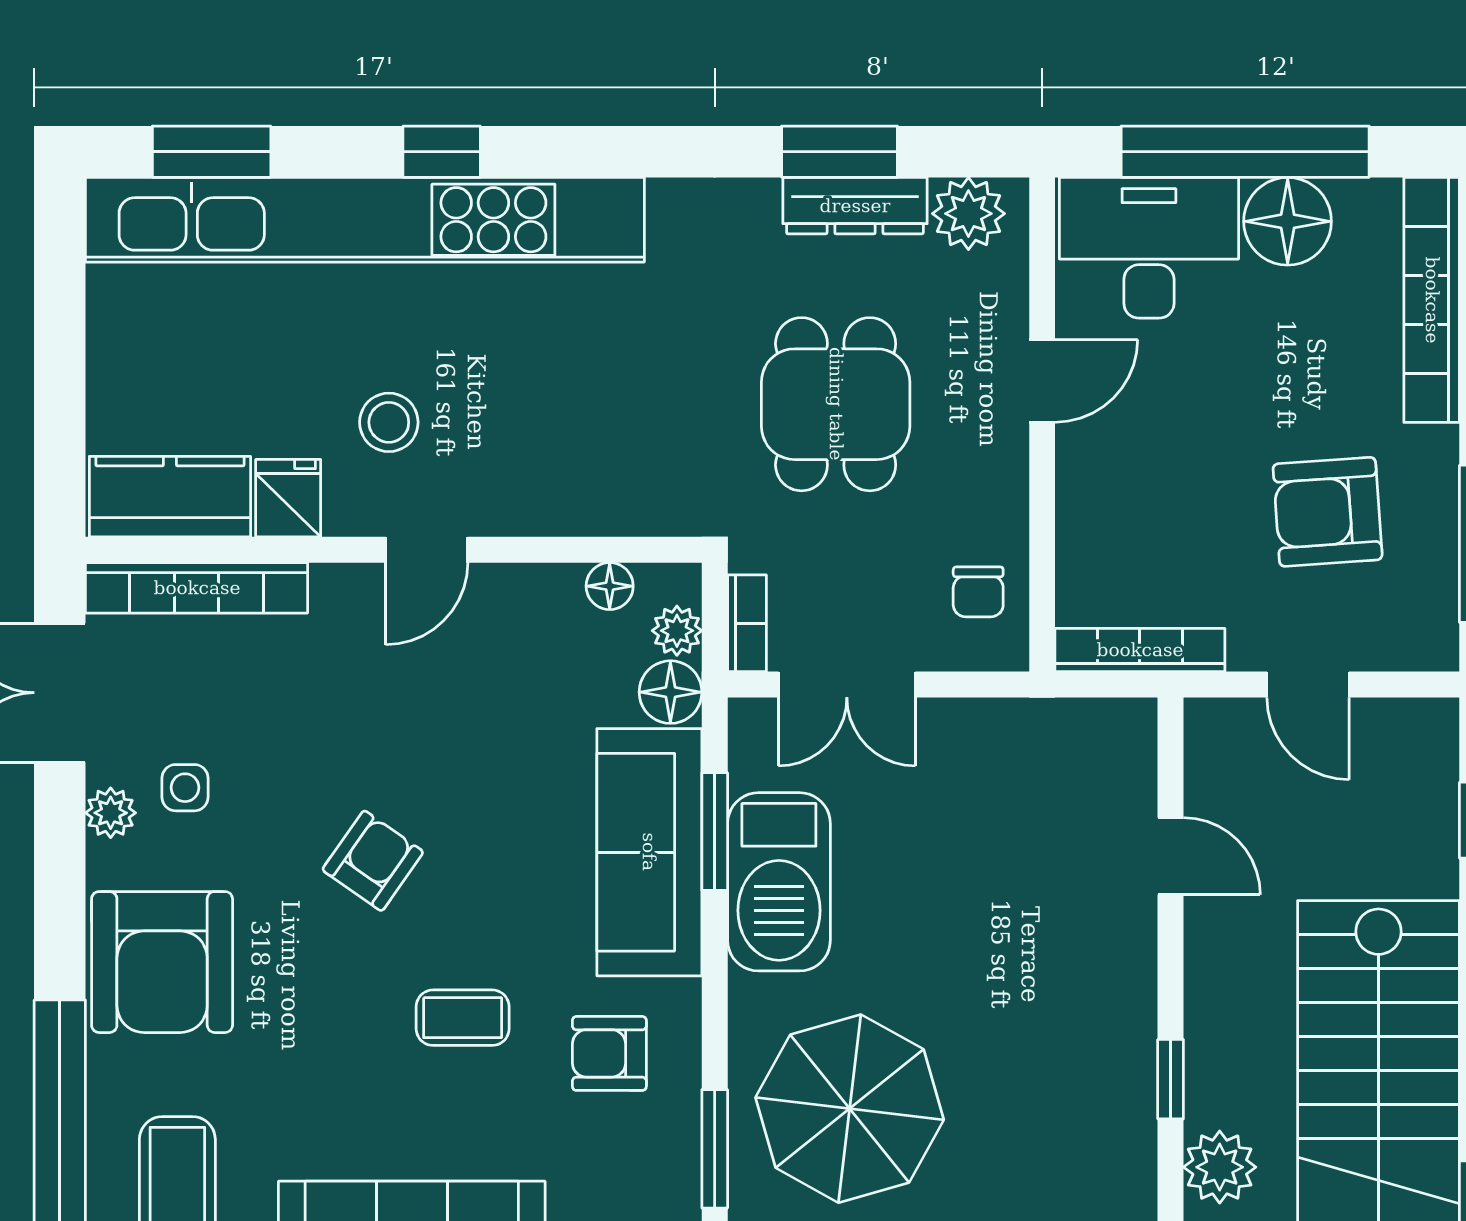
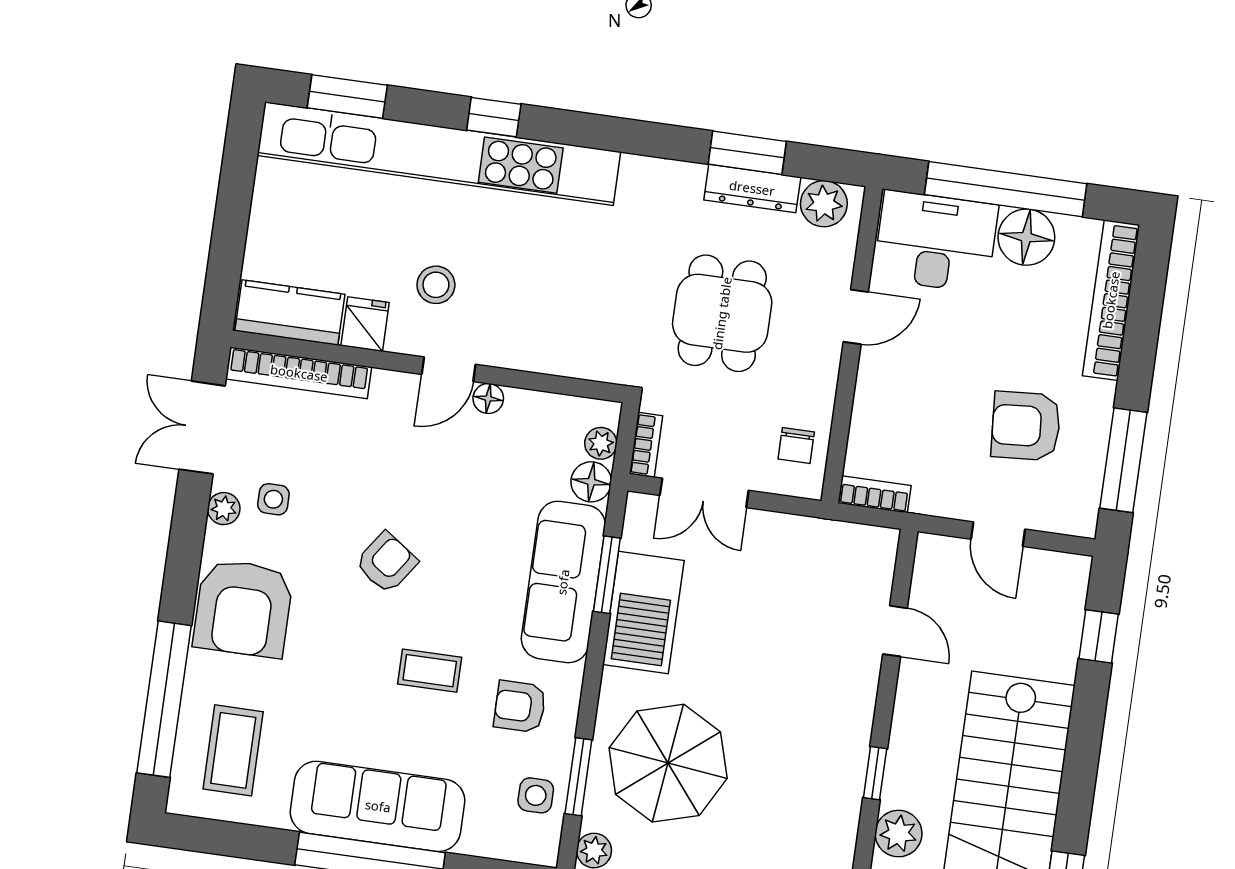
floor lamp: (610, 586) -> (488, 399), moved
bookcase: (1140, 650) -> (874, 494), width x0.64
side table: (653, 1187) -> (536, 795), added

